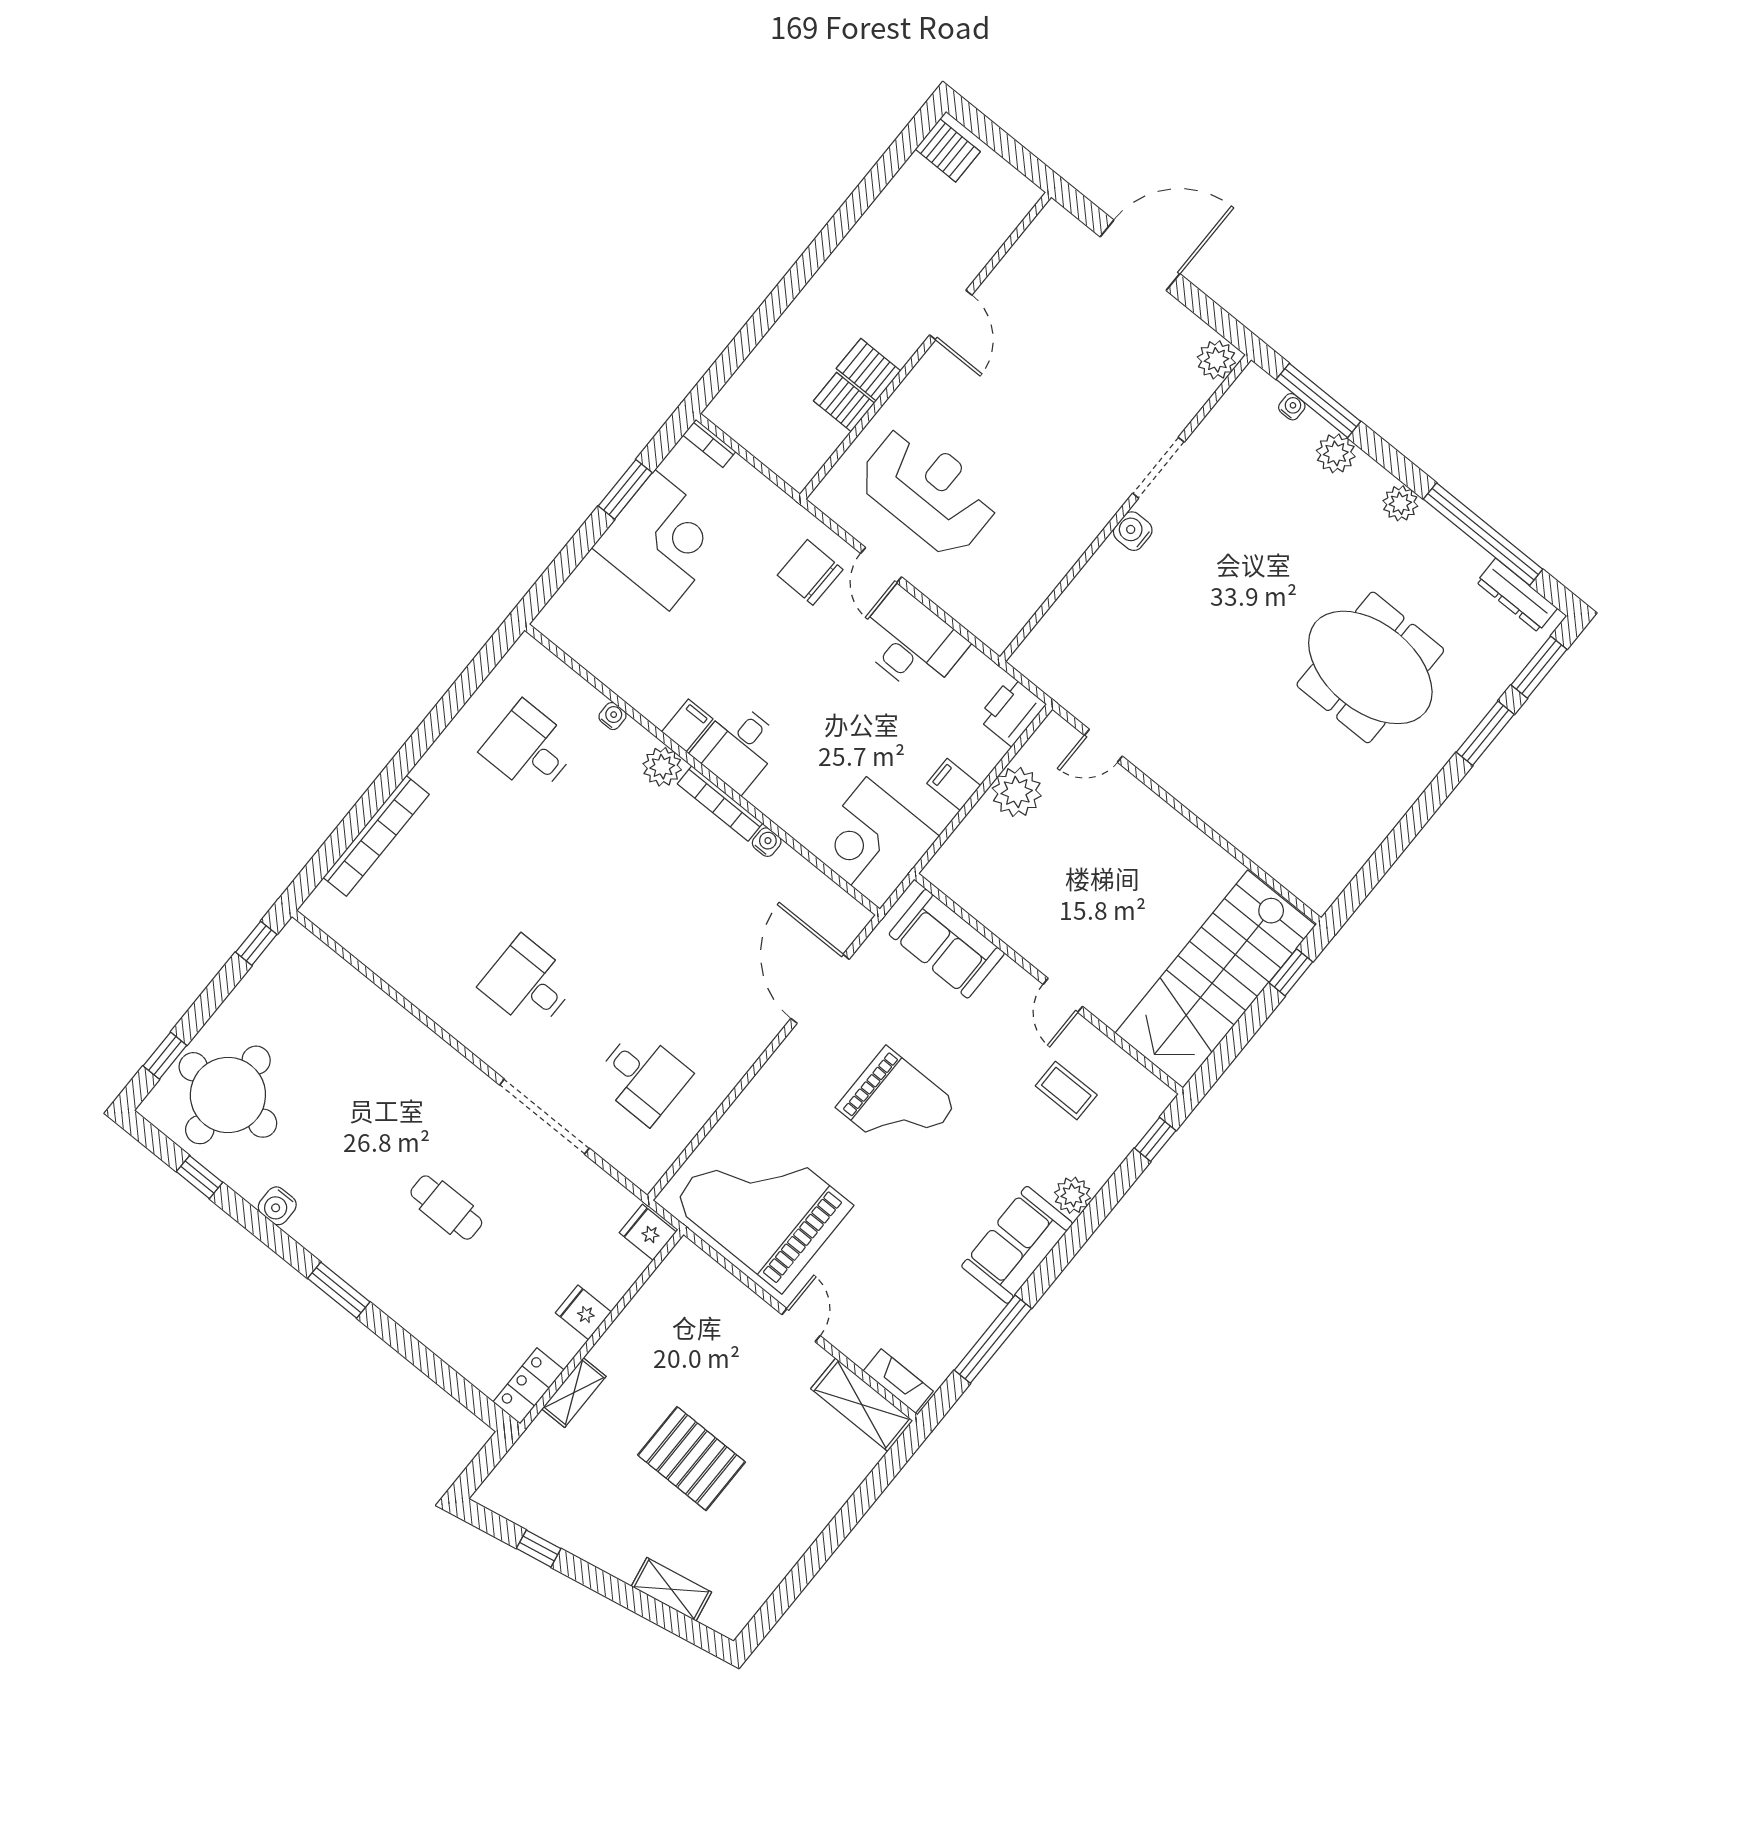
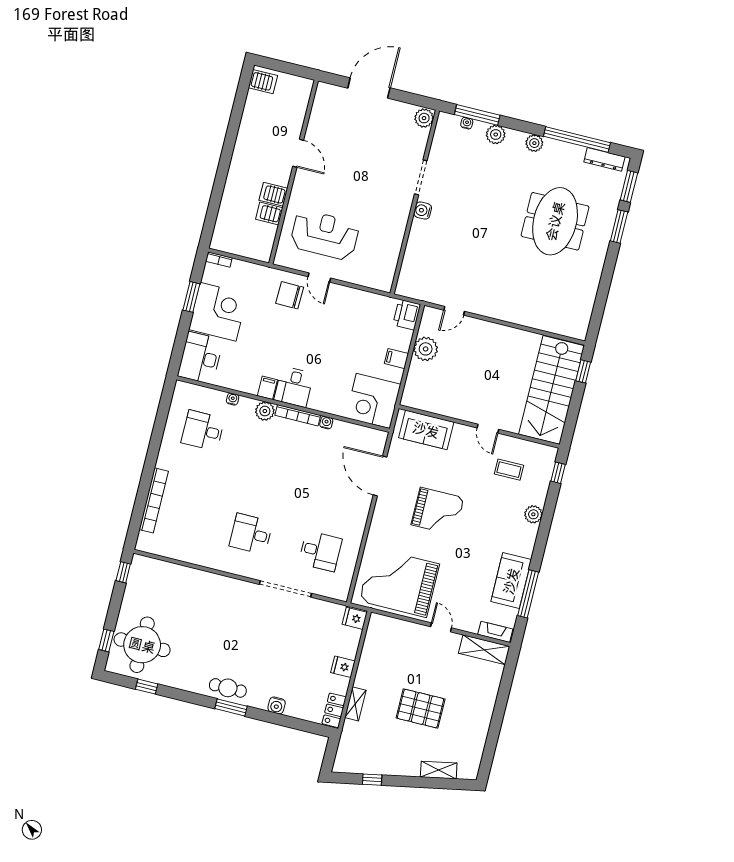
desk: (911, 642) -> (200, 358), moved, turned -90
meeting table: (1370, 667) -> (555, 221), turned 90
water cooler: (277, 1206) -> (277, 705), moved
cafe table: (446, 1208) -> (228, 688), moved
sofa: (1017, 1245) -> (511, 581), moved

